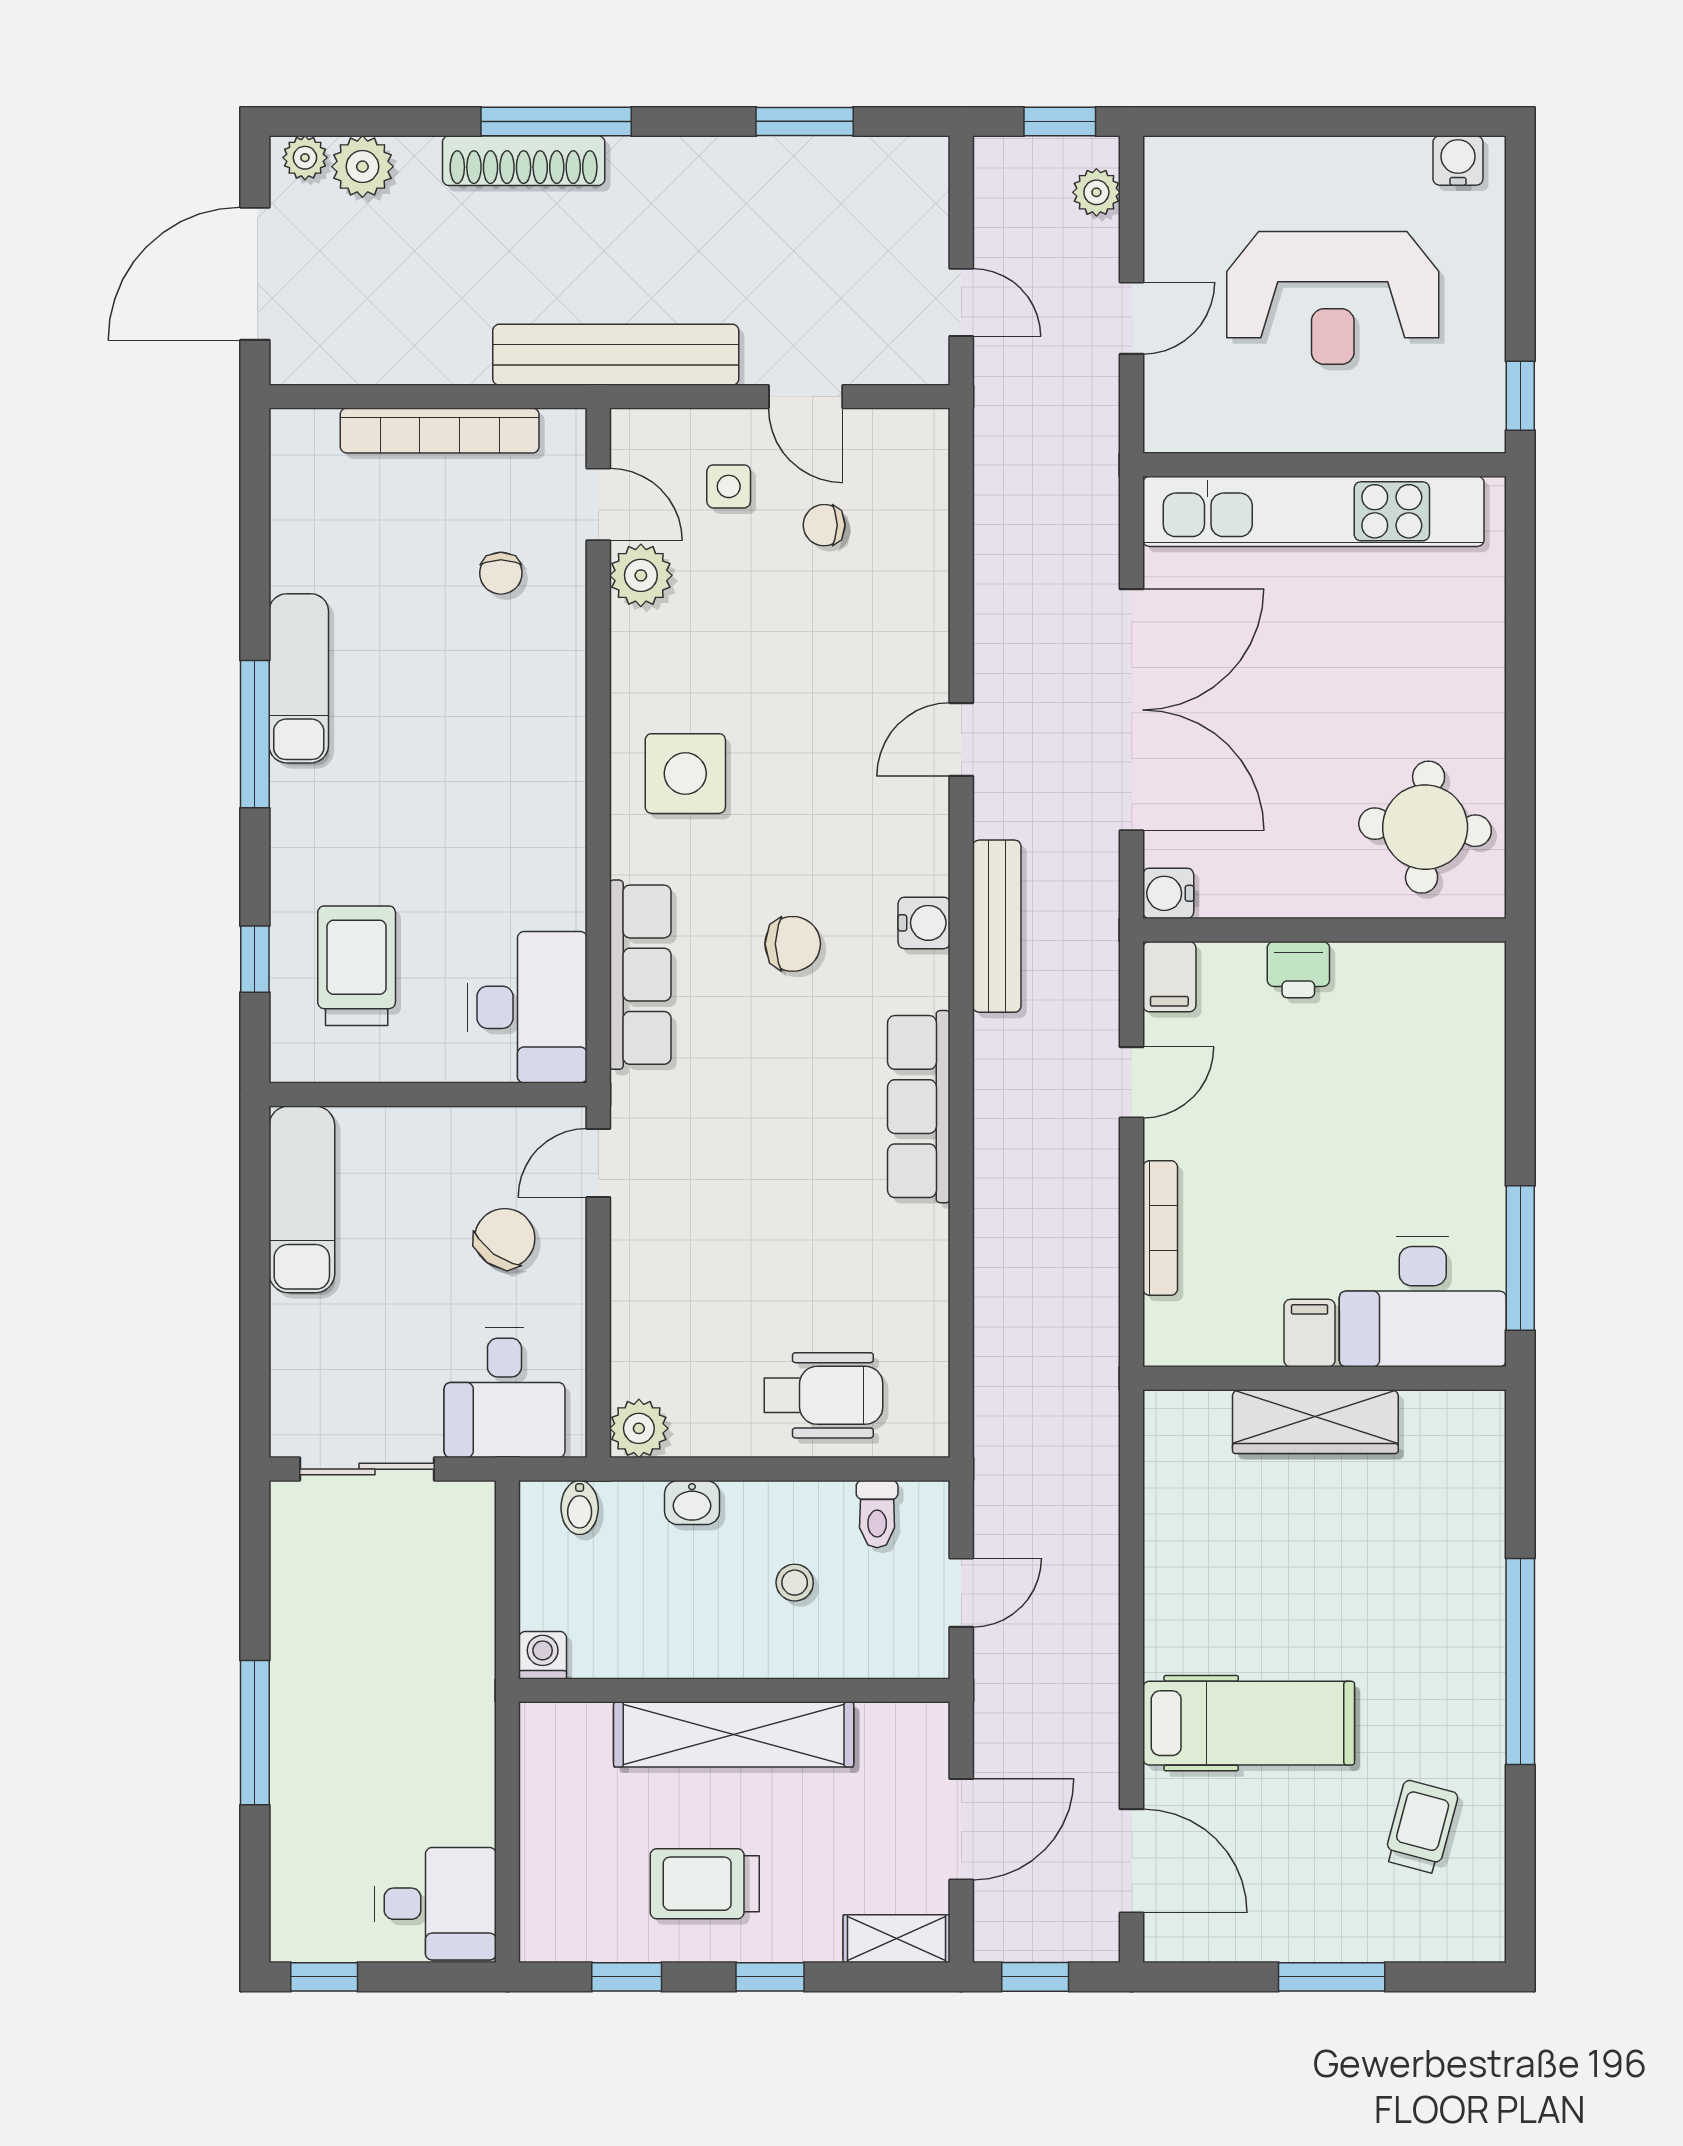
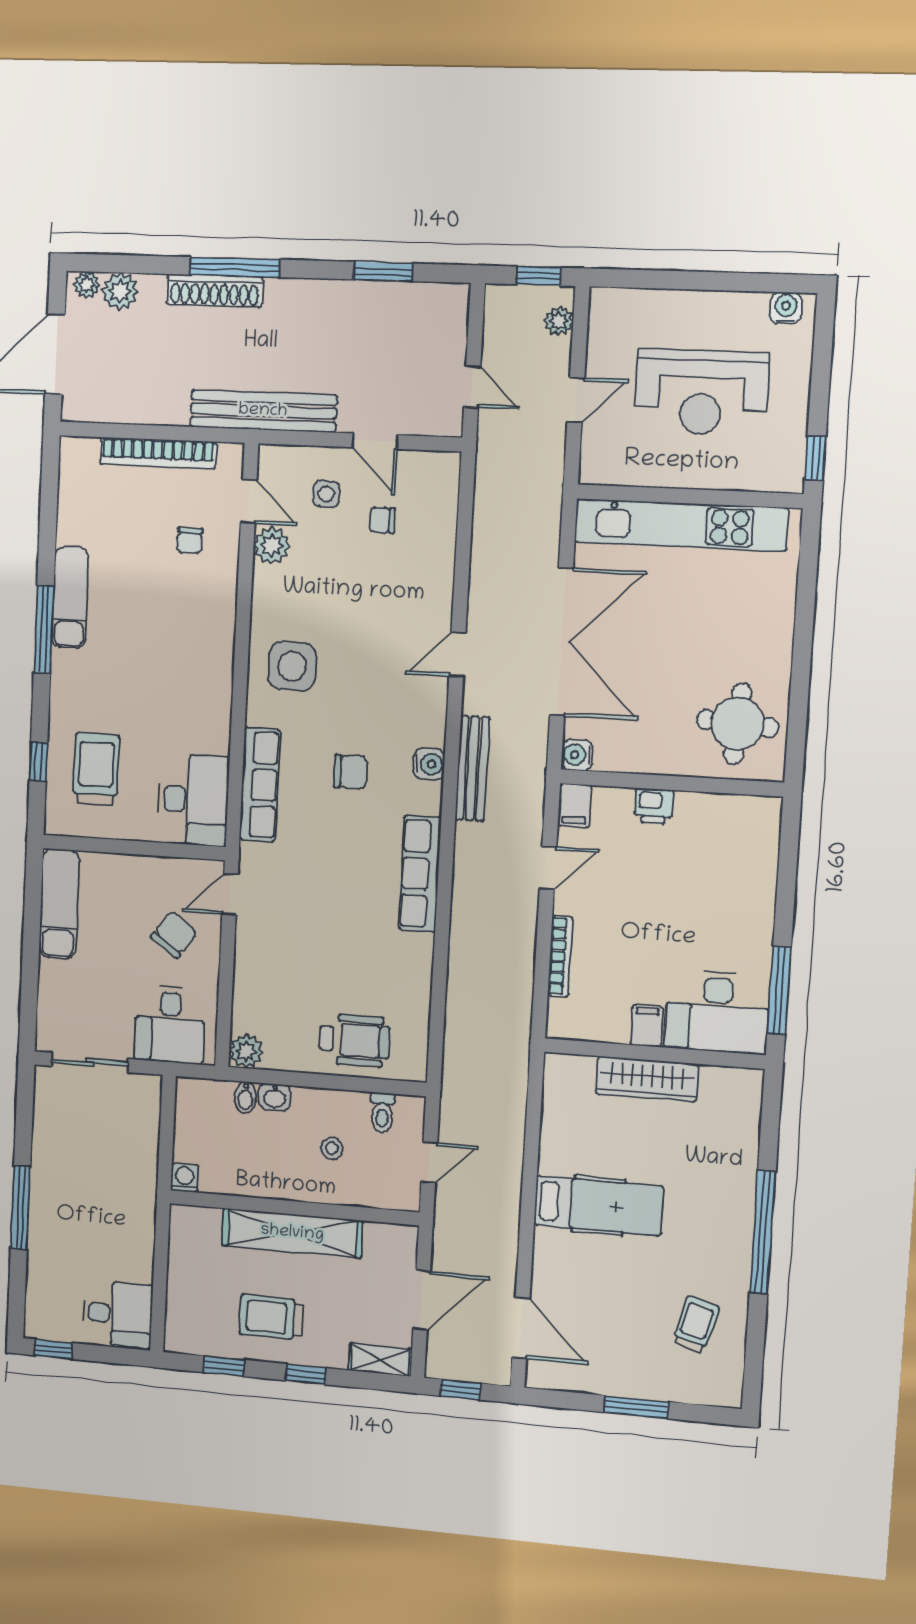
bidet: (580, 1508) -> (246, 1097), moved
hospital bed: (1249, 1723) -> (599, 1206), moved

